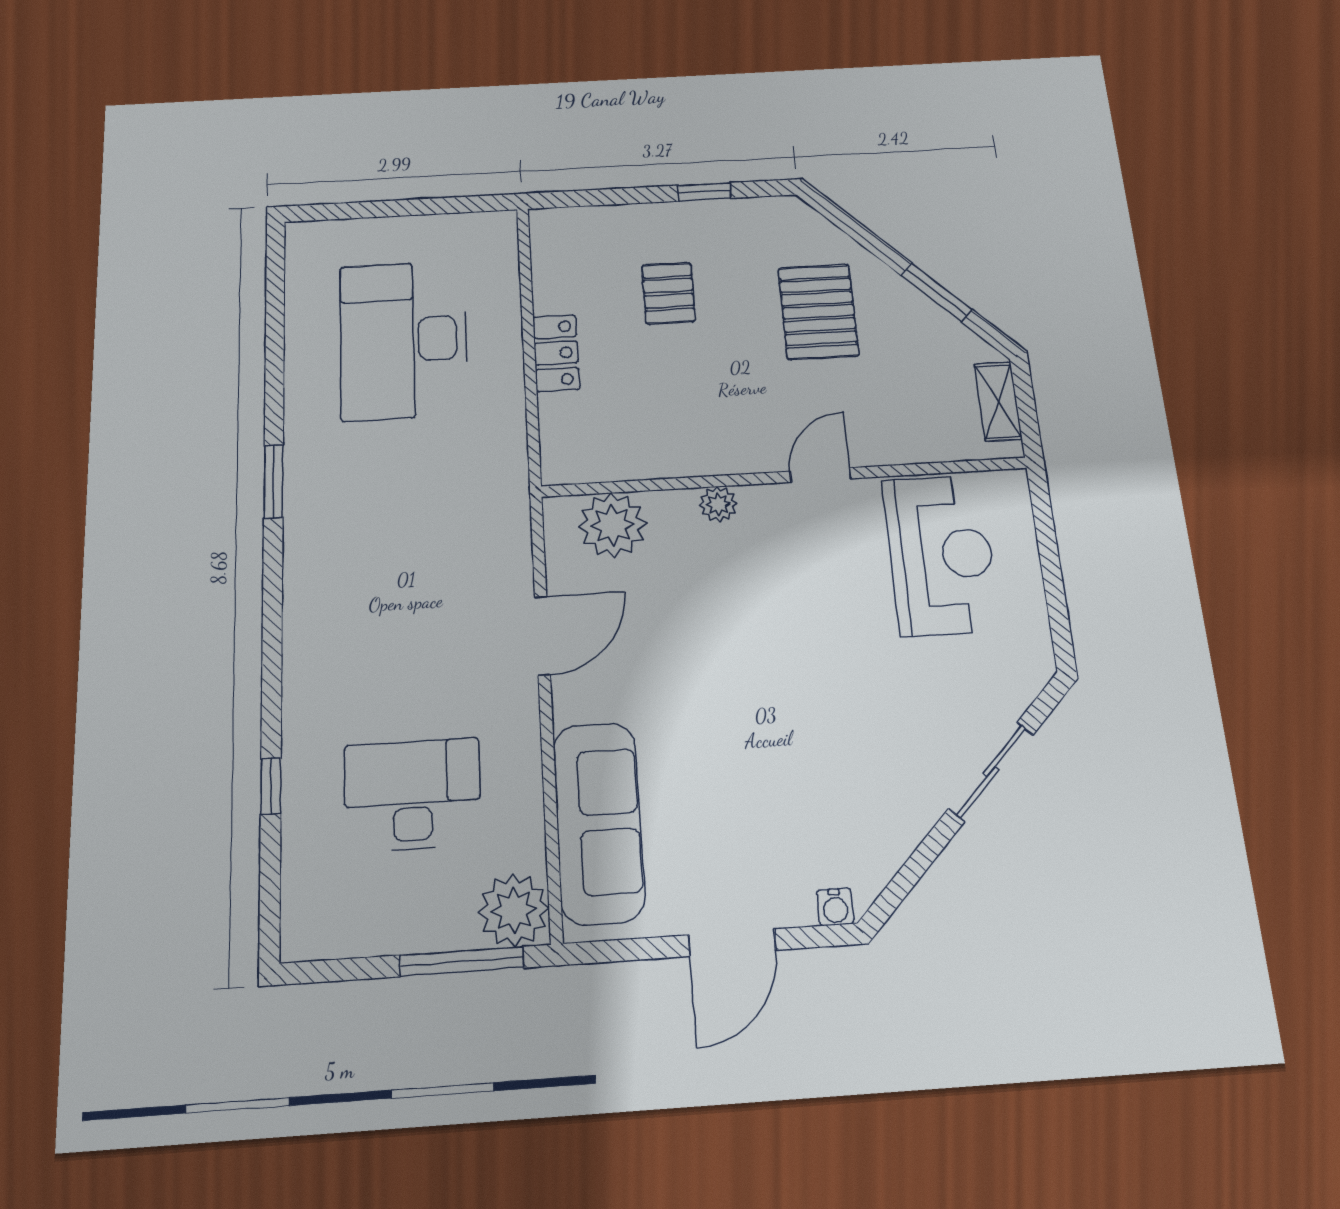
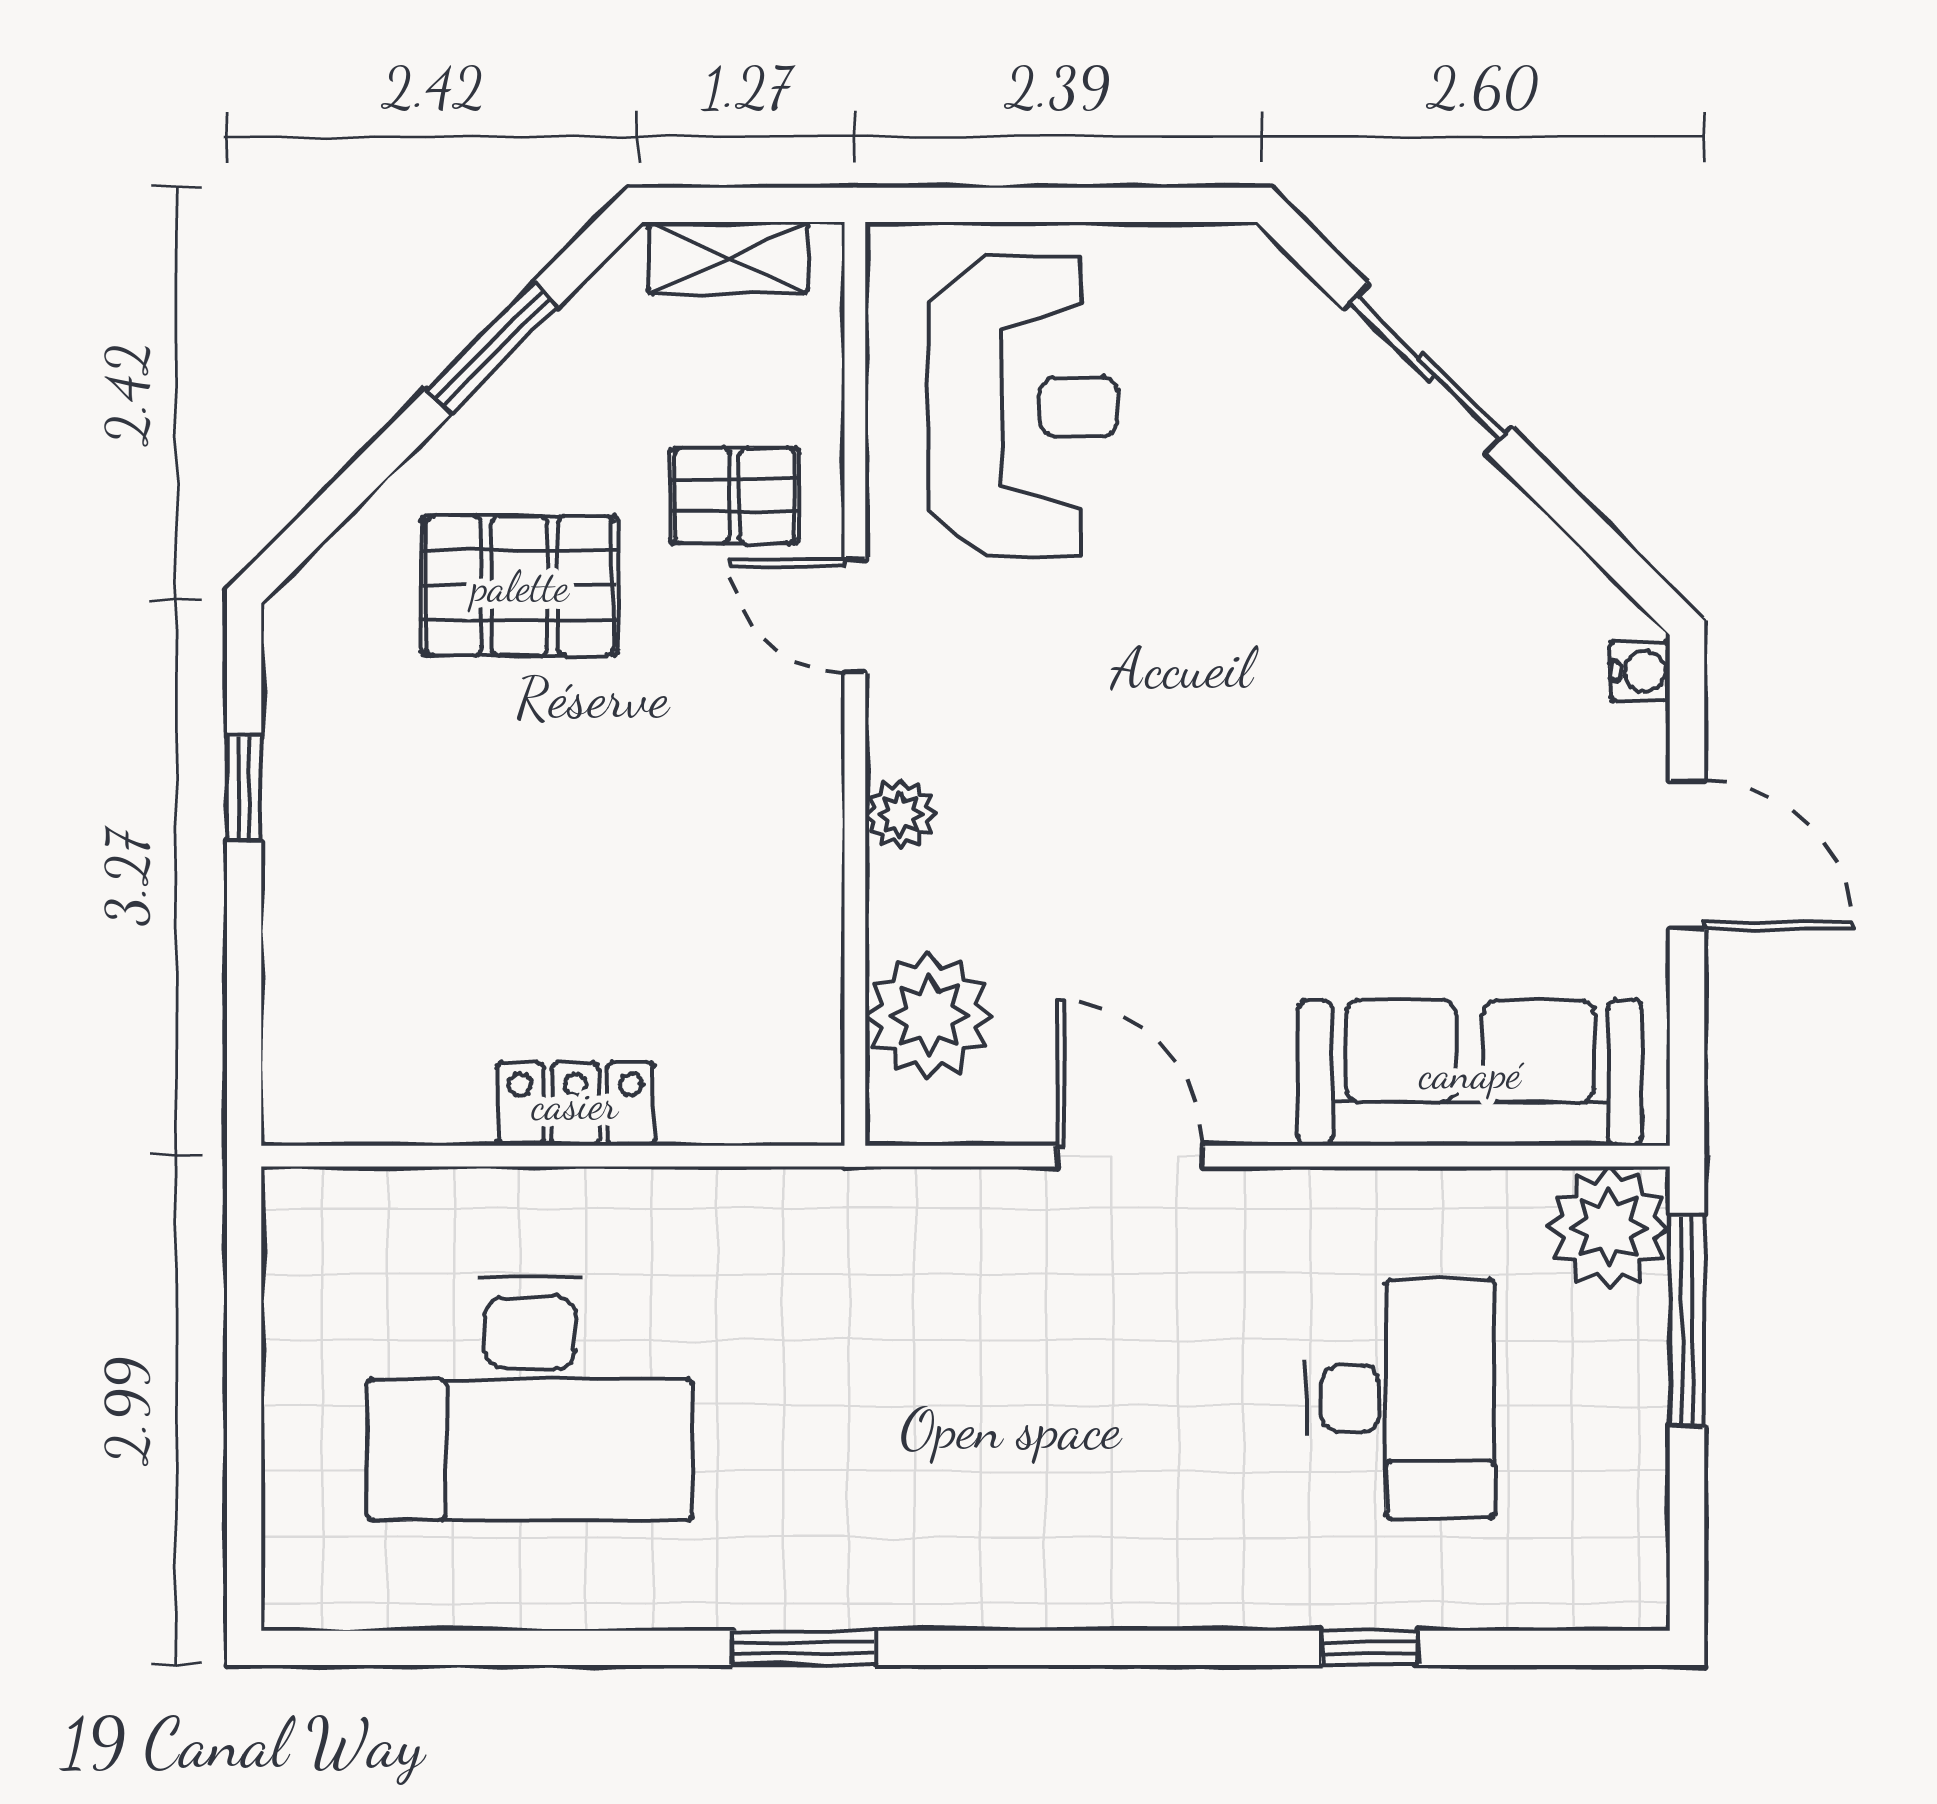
pallet: (668, 293) -> (734, 496), moved
reception desk: (941, 555) -> (1024, 407), turned 90
desk: (412, 795) -> (1401, 1399), turned 180

